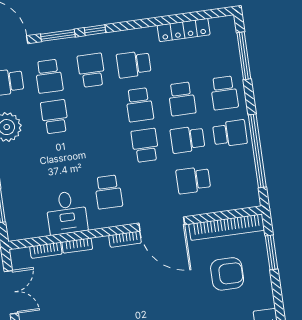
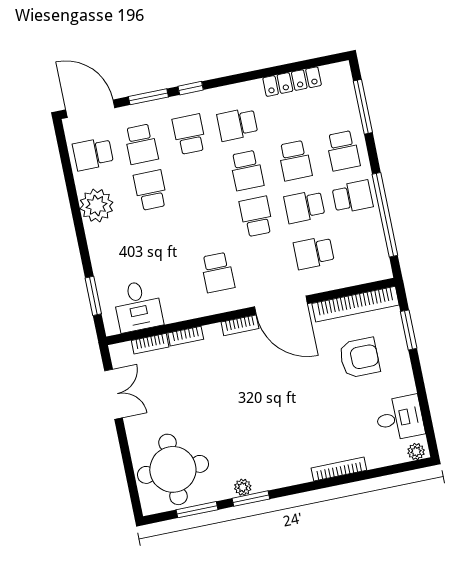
desk: (67, 213) -> (138, 306), moved

